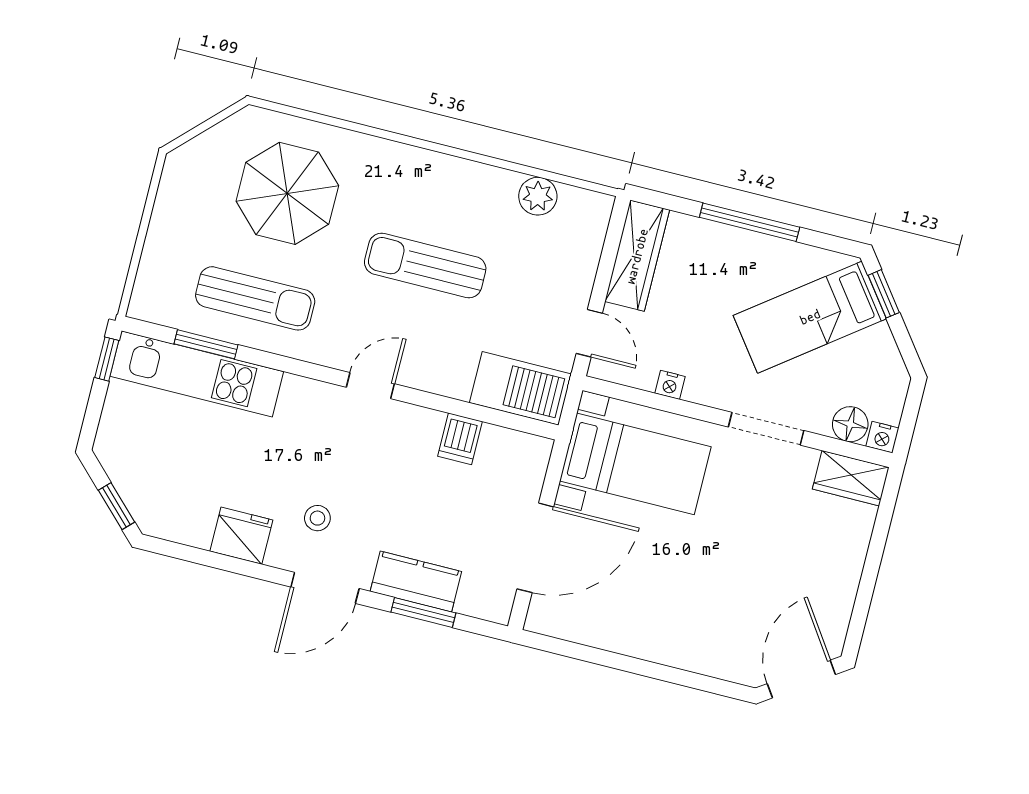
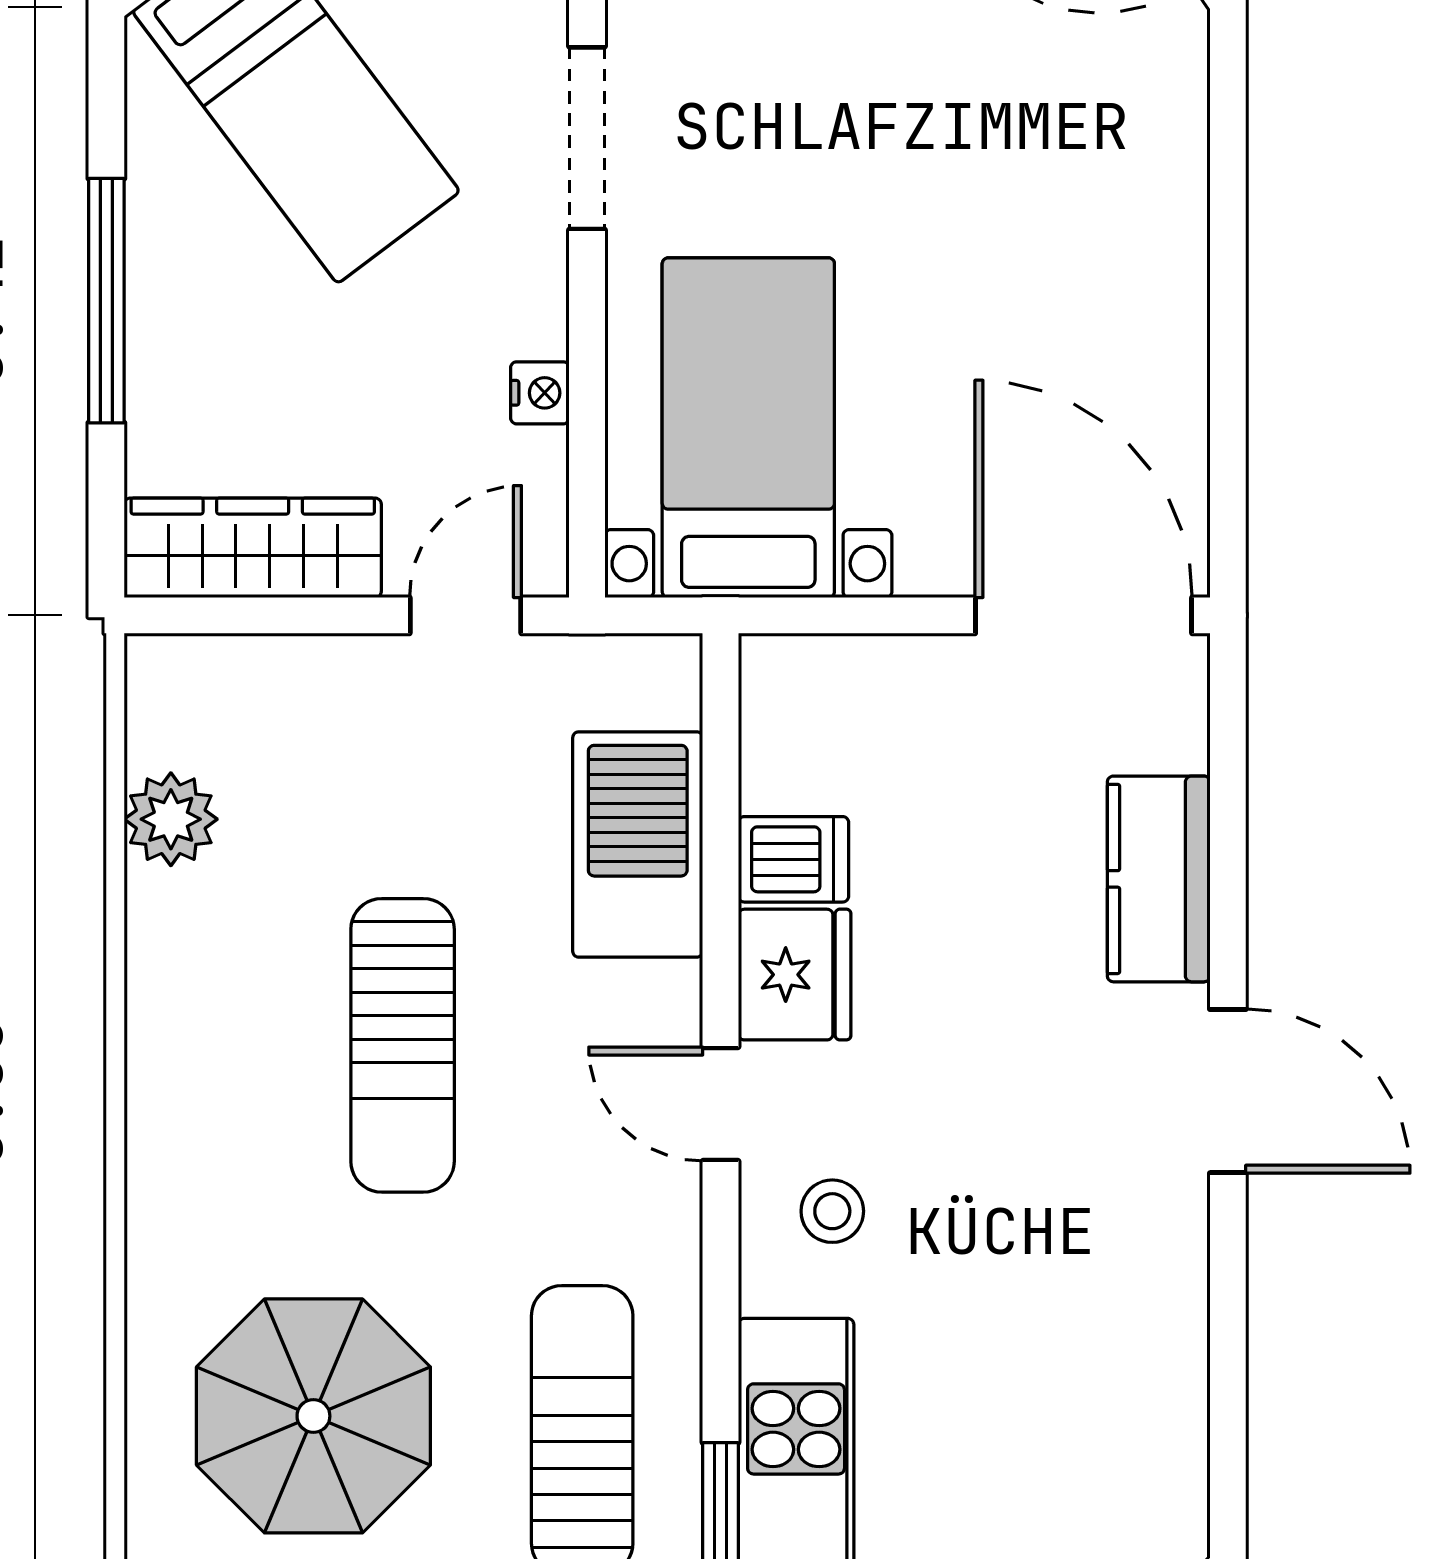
barbecue: (520, 388) -> (638, 844), moved
stool: (317, 518) -> (832, 1211), moved
fridge: (241, 536) -> (795, 975), moved, turned 180
door: (535, 548) -> (1084, 615), moved
window: (423, 613) -> (1228, 843), removed

